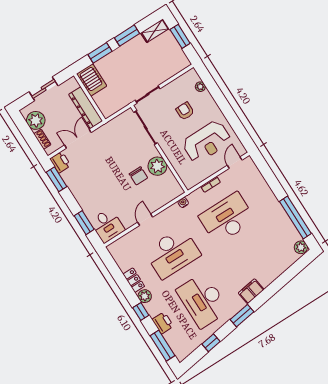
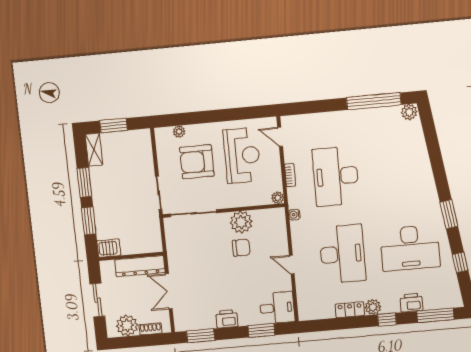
server rack: (92, 80) -> (109, 248), width x0.73, depth x0.70
armchair: (185, 111) -> (197, 162), width x1.88, depth x1.88
printer: (60, 162) -> (227, 319), moved
plant: (189, 184) -> (278, 198), added
filing cabinet: (251, 291) -> (428, 191), removed

